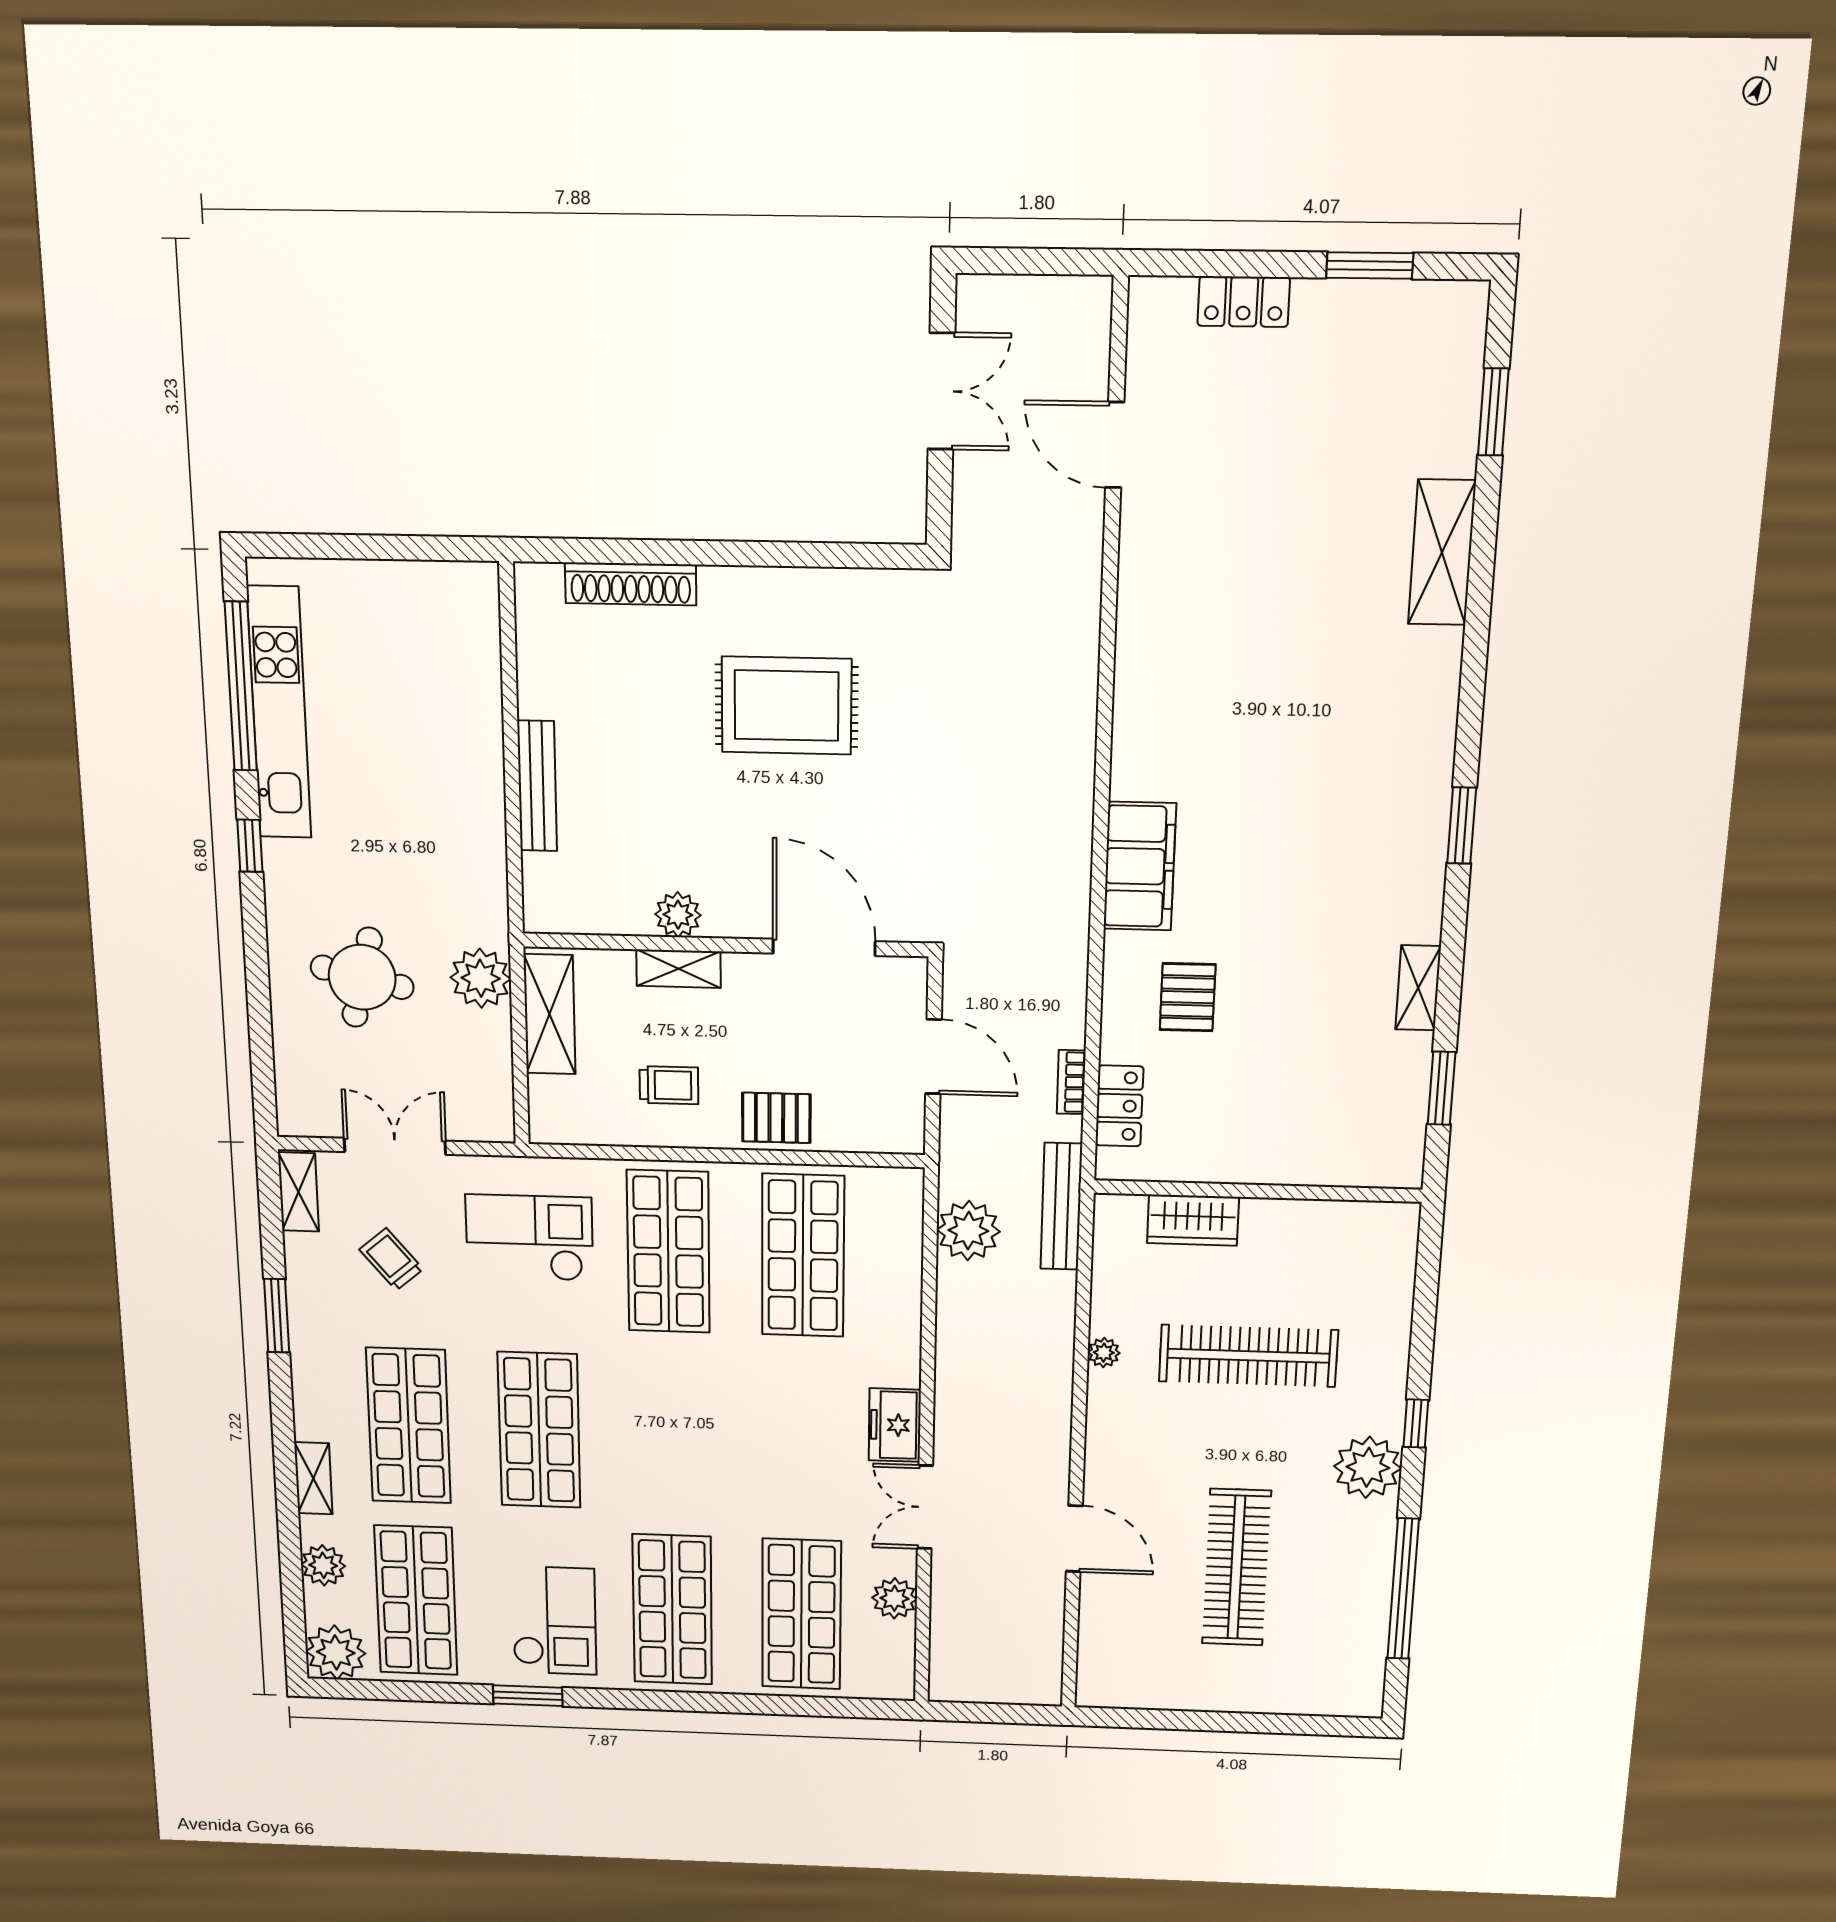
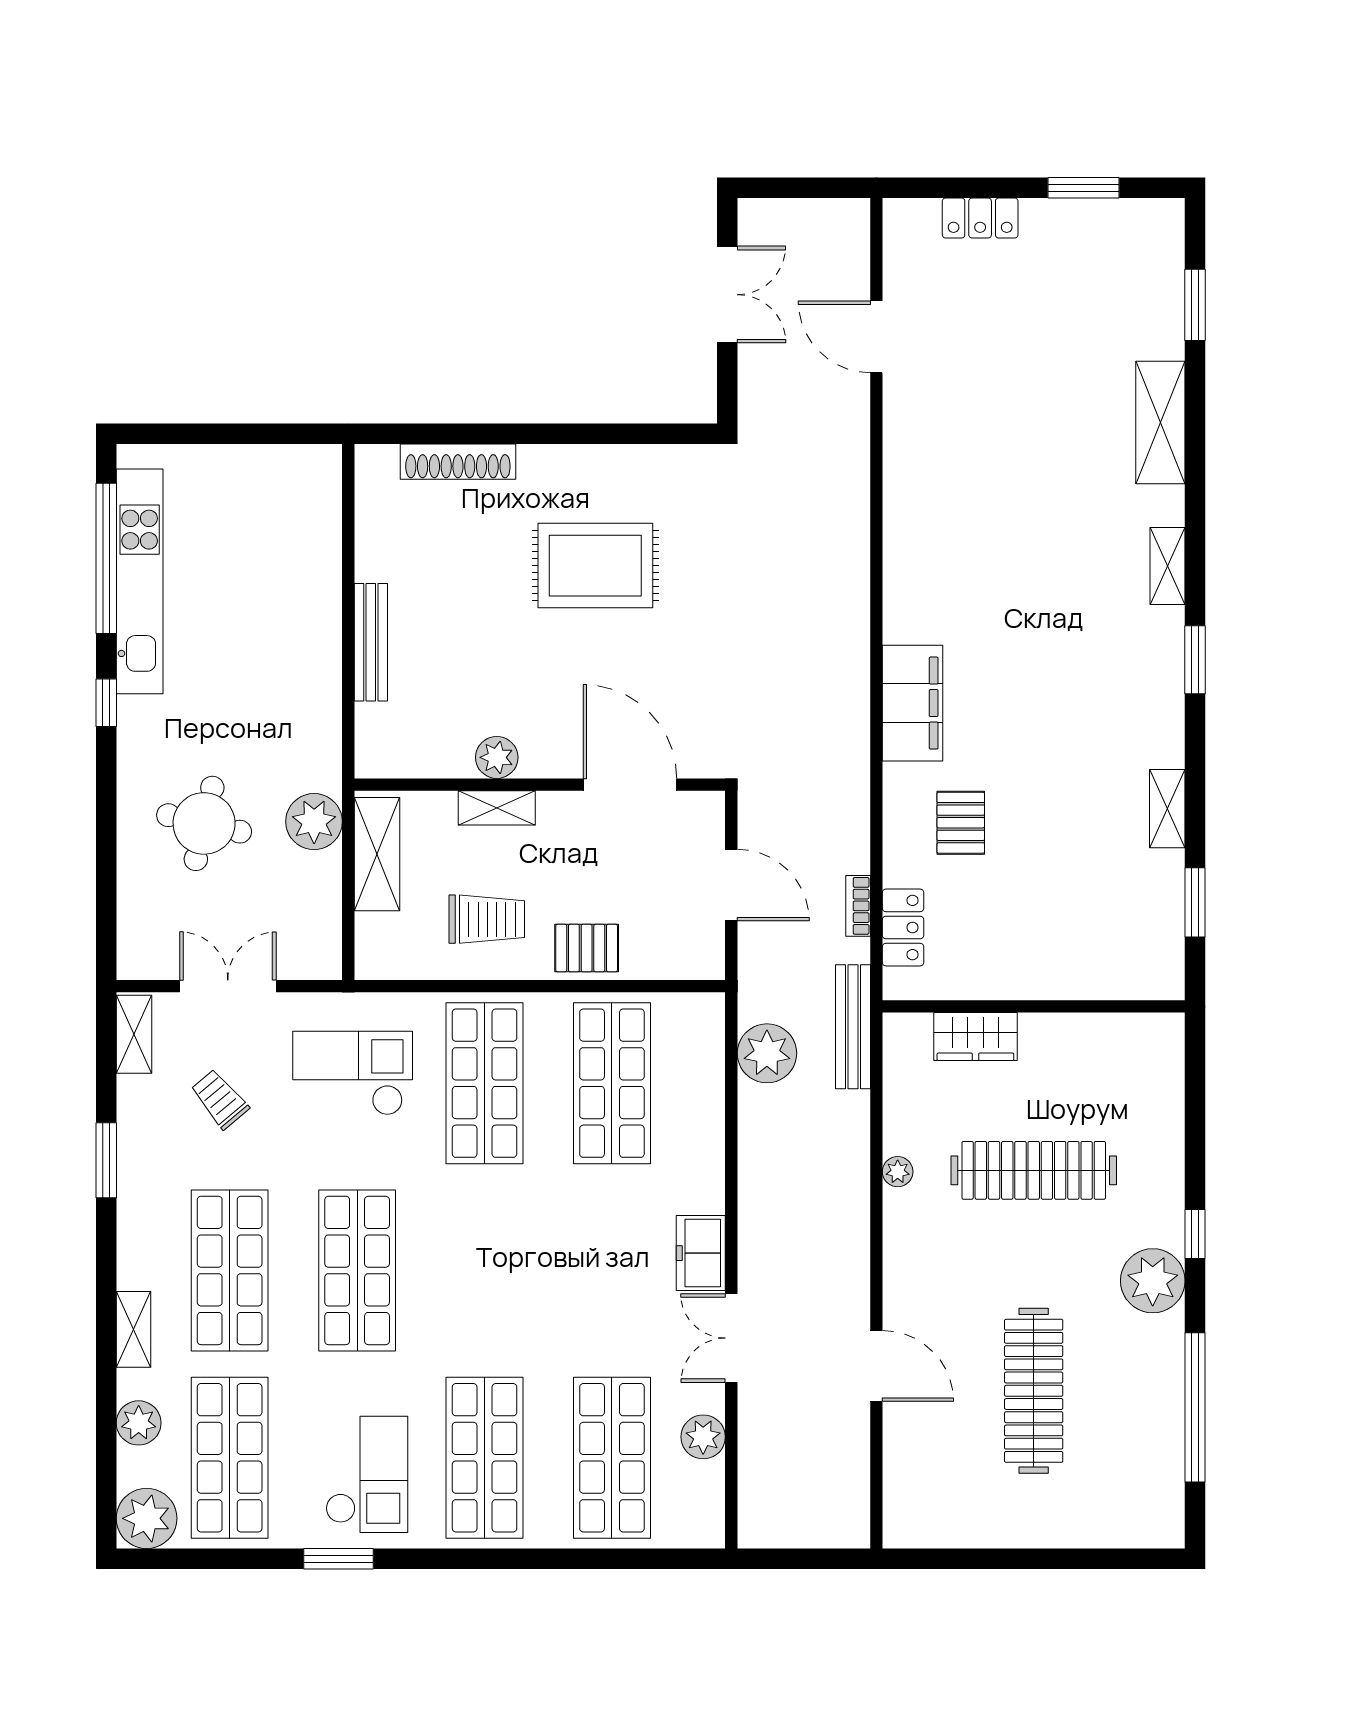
shelving: (1438, 719) -> (1168, 566), added
trolley: (669, 1085) -> (487, 919), width x1.36, depth x1.39

